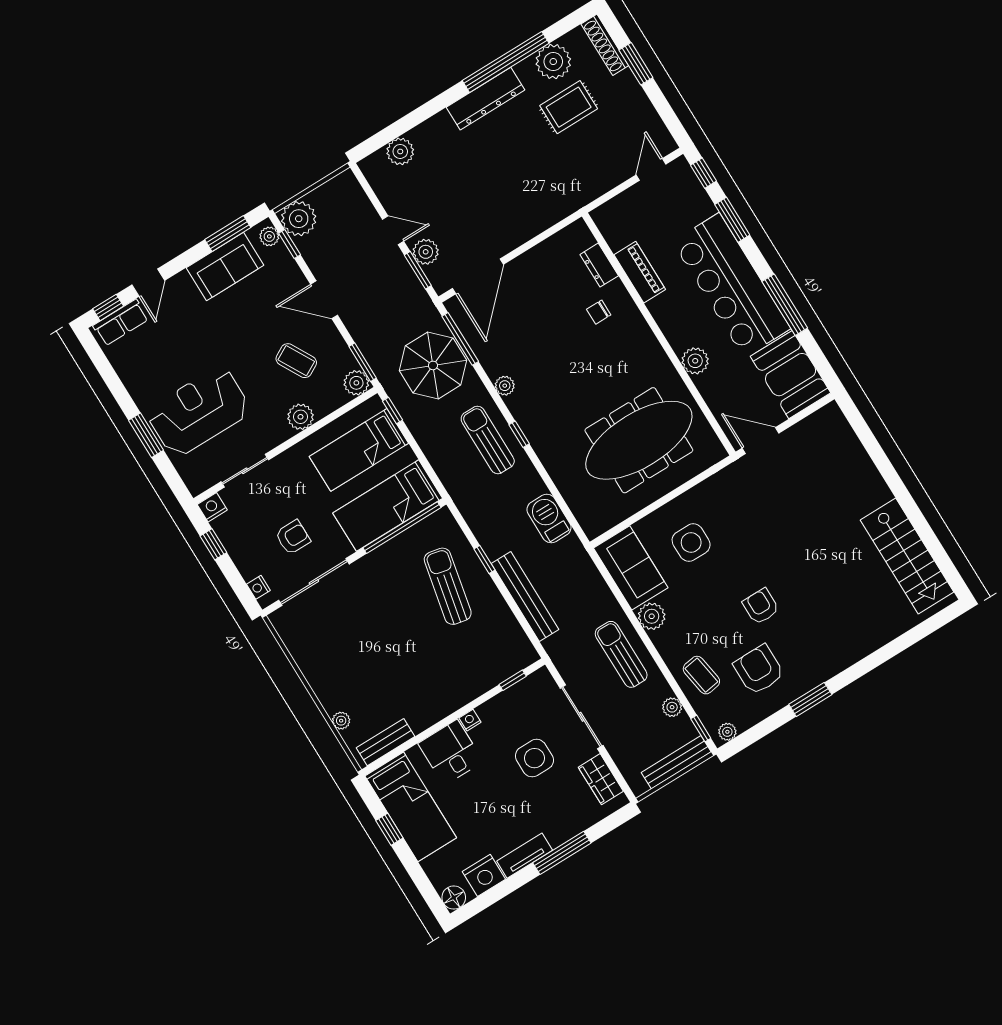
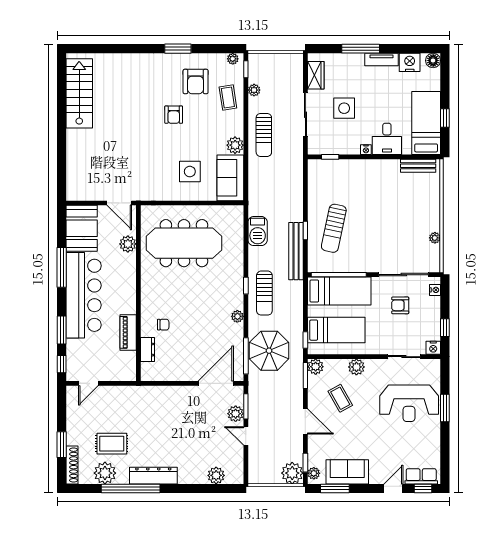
plant: (695, 361) -> (128, 244), moved
bench: (525, 597) -> (296, 251), moved
plant: (341, 721) -> (435, 238), moved
bench: (676, 762) -> (270, 59), removed

